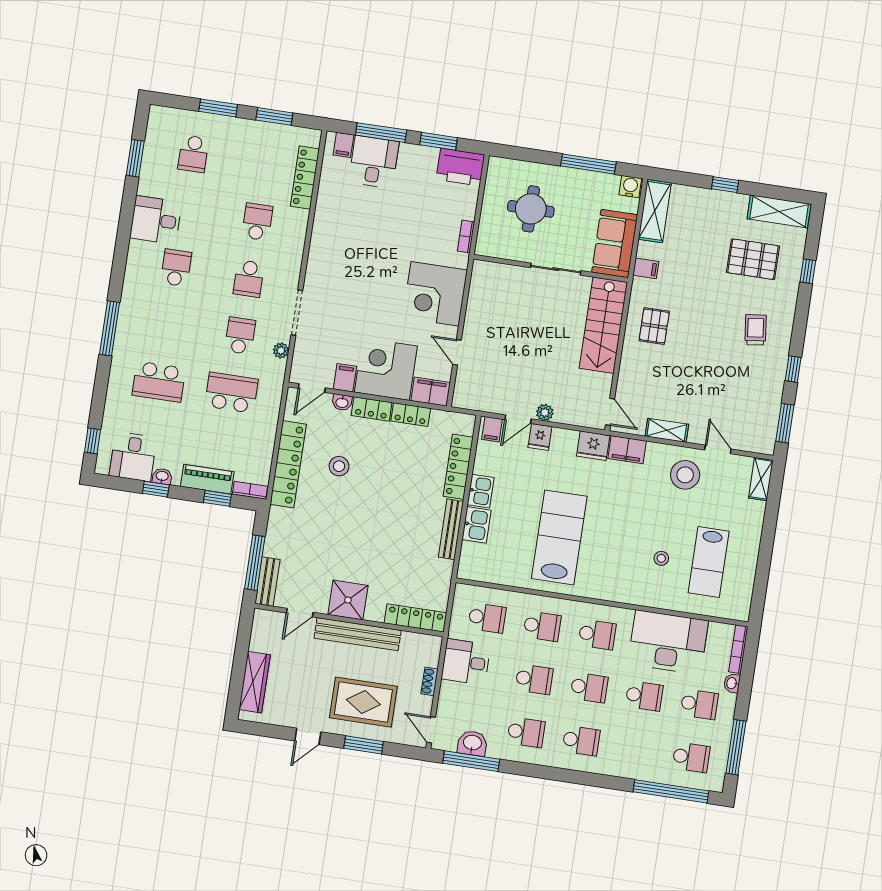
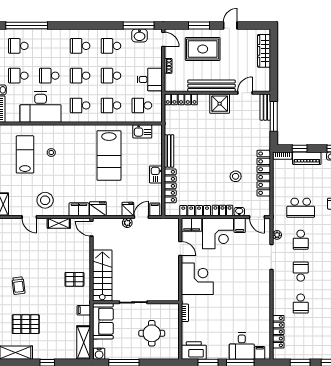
pallet: (654, 326) -> (74, 279), turned 90
door: (312, 388) -> (257, 217), swing flipped
locker: (411, 415) -> (195, 211), width x1.53
kitchen sink: (476, 525) -> (142, 131), moved, turned -90

